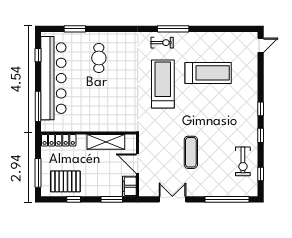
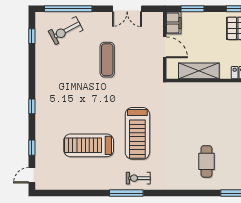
window: (261, 135) -> (32, 148), moved
exercise bike: (243, 161) -> (66, 31), moved, turned -118

